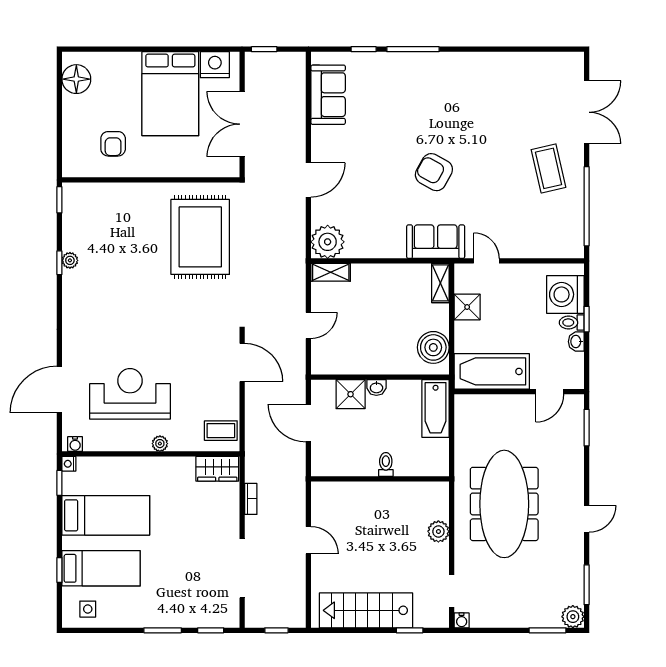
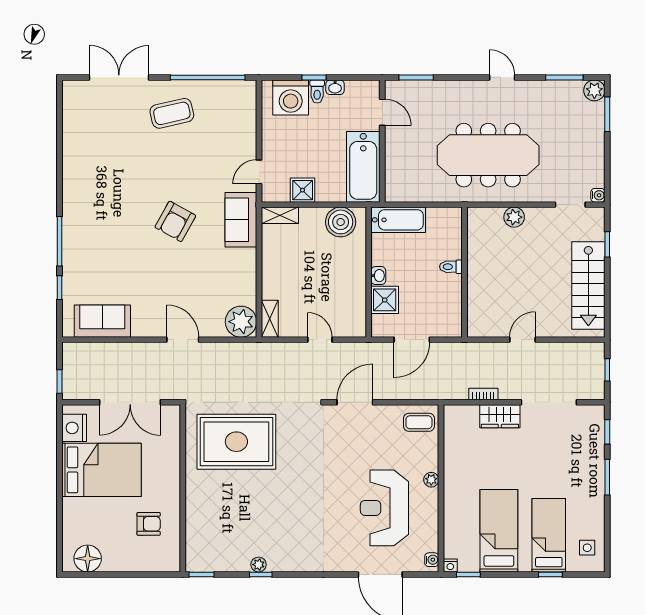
coffee table: (221, 431) -> (419, 422), turned 90
wardrobe: (217, 469) -> (500, 416), moved, turned 90

